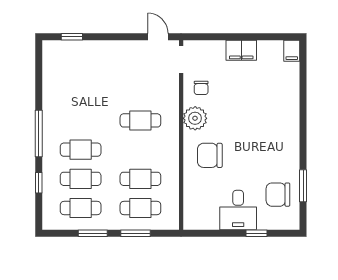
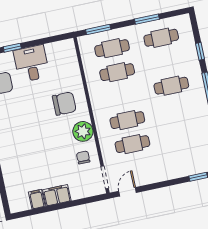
door: (158, 37) -> (128, 192), swing flipped
filing cabinet: (292, 51) -> (37, 199), moved
cafe table: (81, 179) -> (132, 144), moved
window: (135, 233) -> (98, 29), moved

